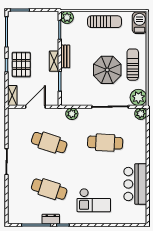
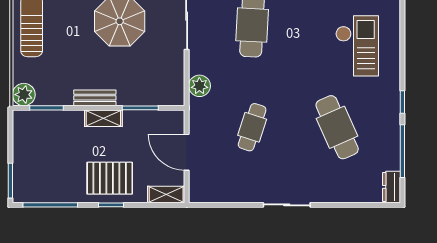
cafe table: (49, 143) -> (252, 127), width x0.73, depth x0.74
cafe table: (49, 189) -> (337, 127), turned -42
dresser: (51, 219) -> (392, 187), moved

